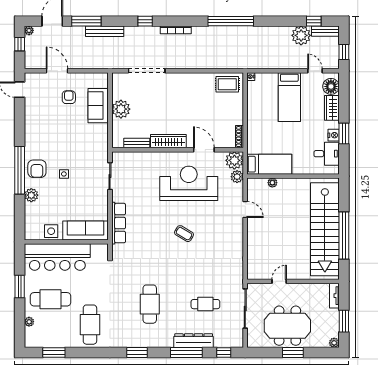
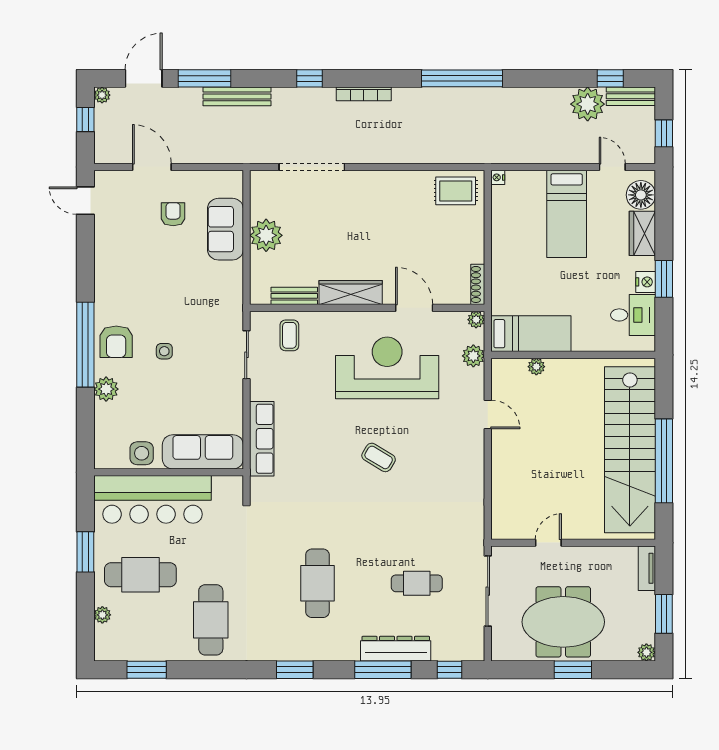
plant: (234, 160) -> (476, 320), width x0.53, depth x0.53
coffee table: (134, 165) -> (289, 335), added

